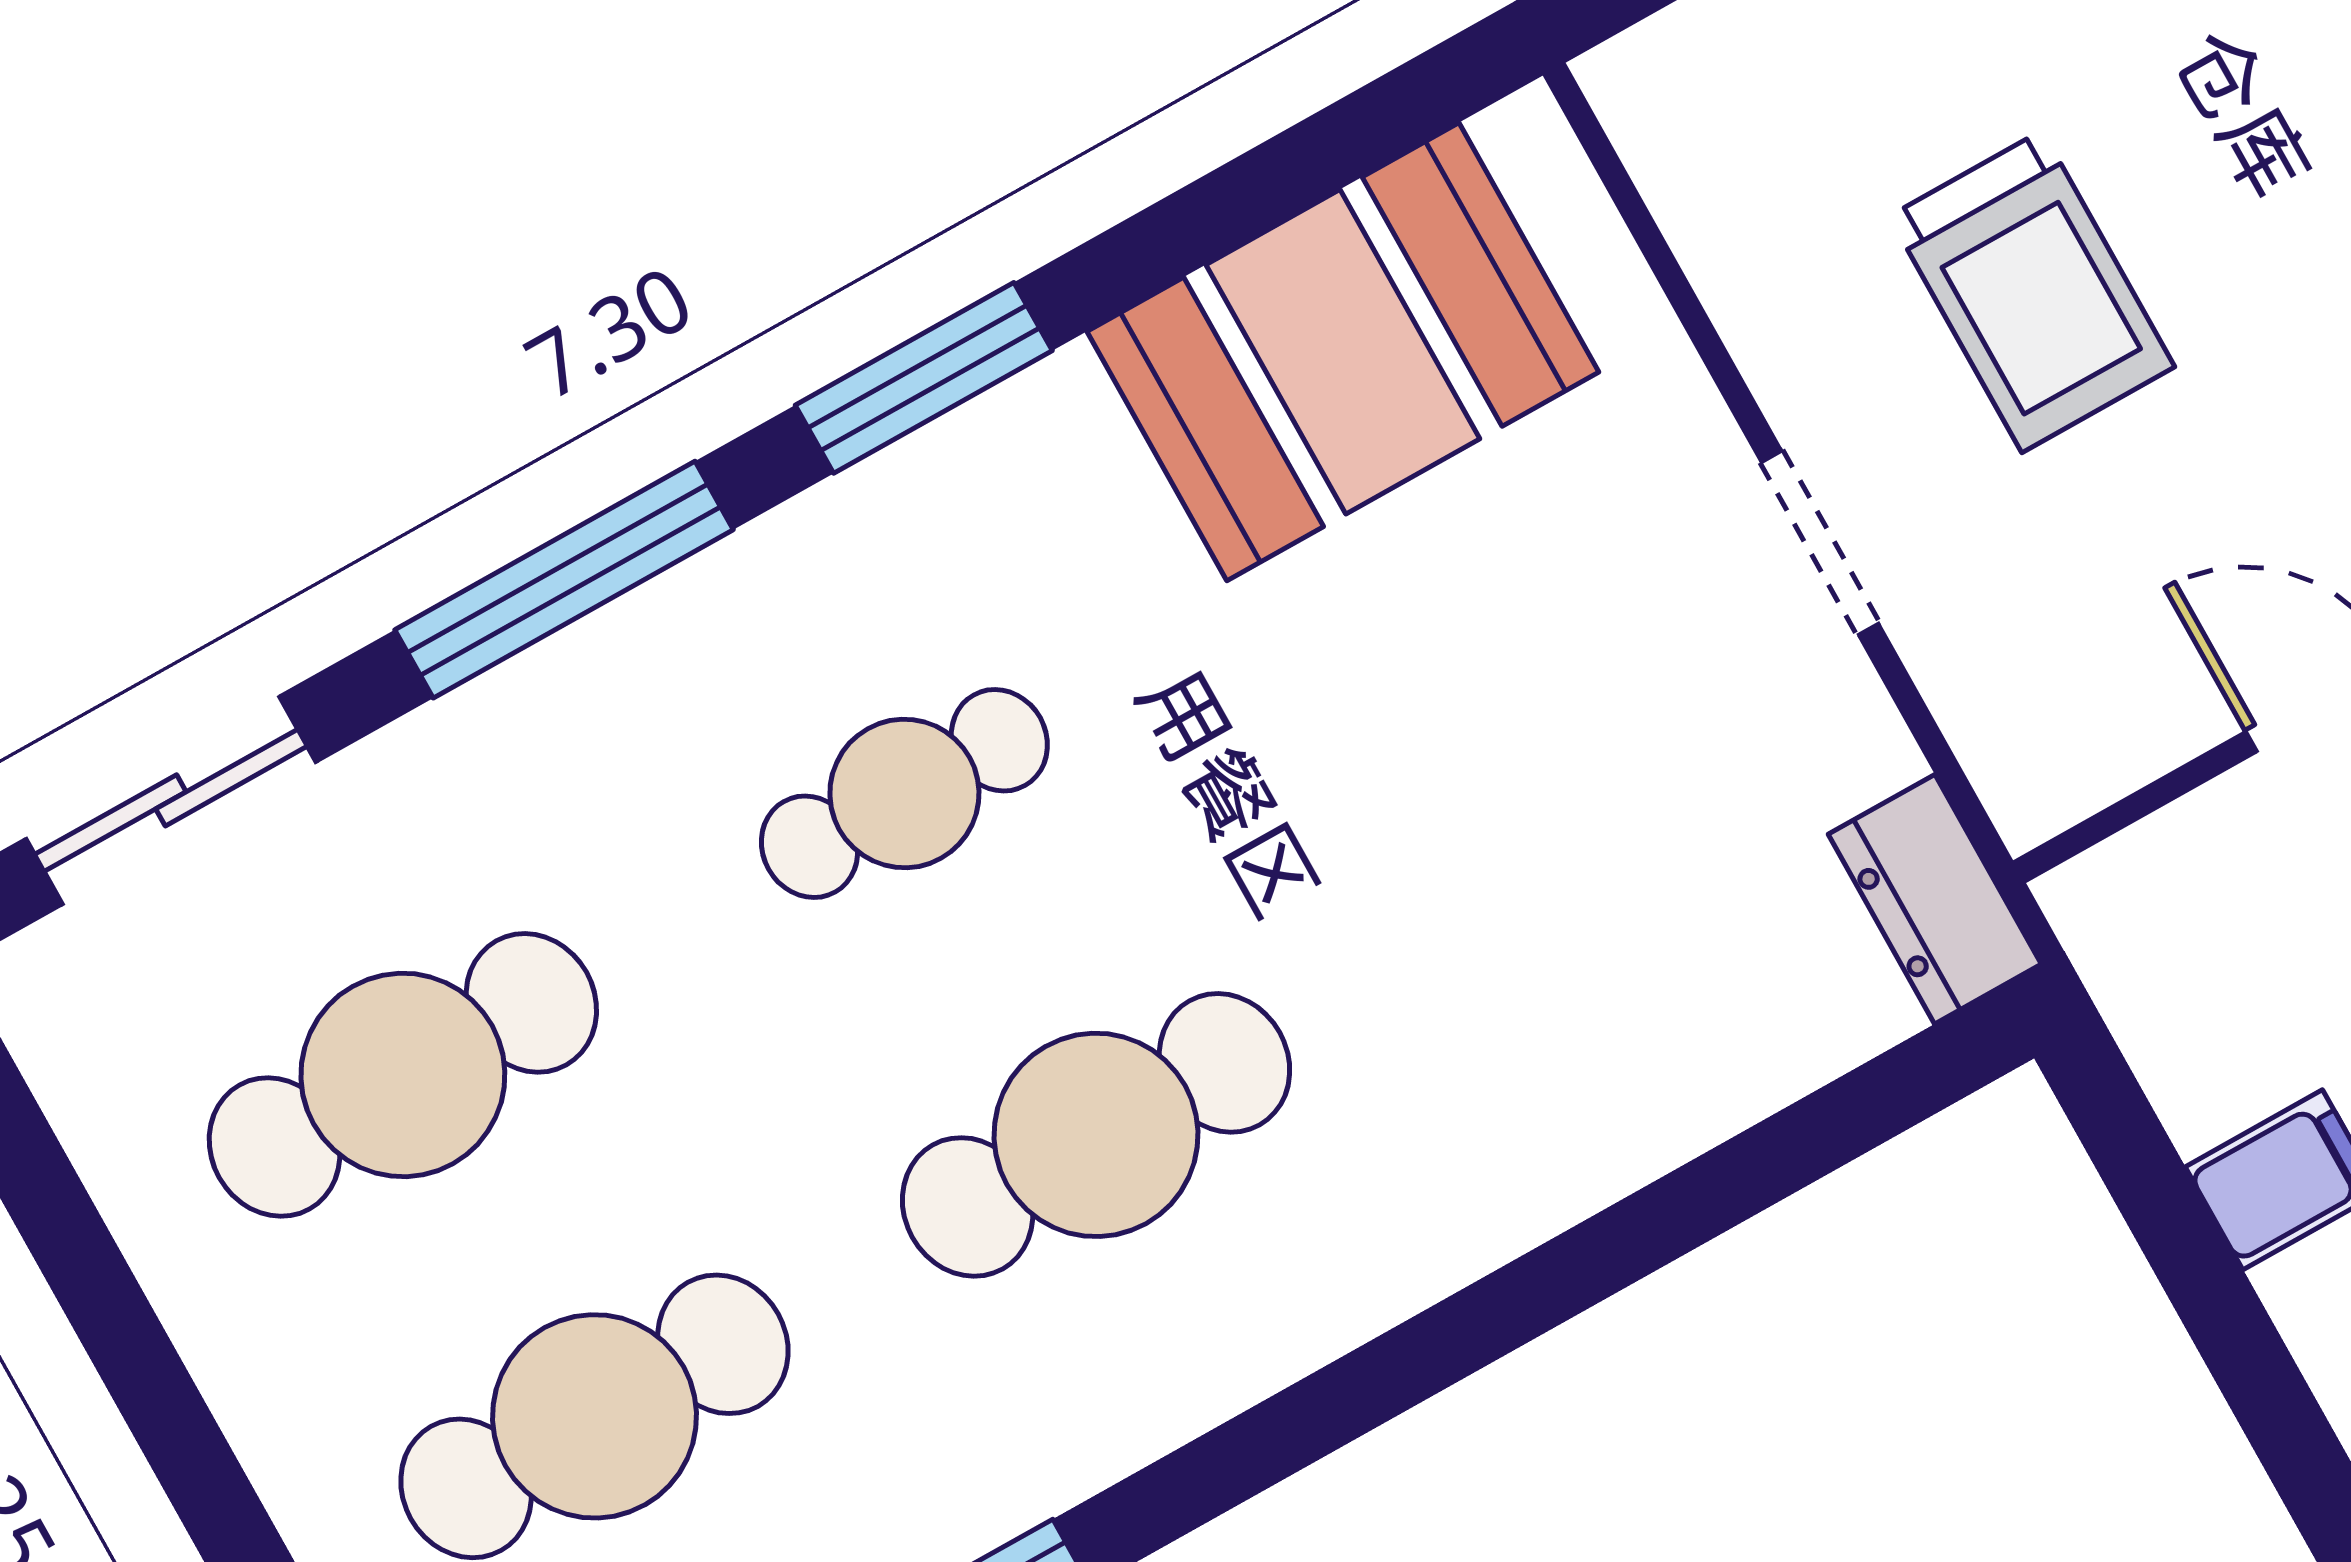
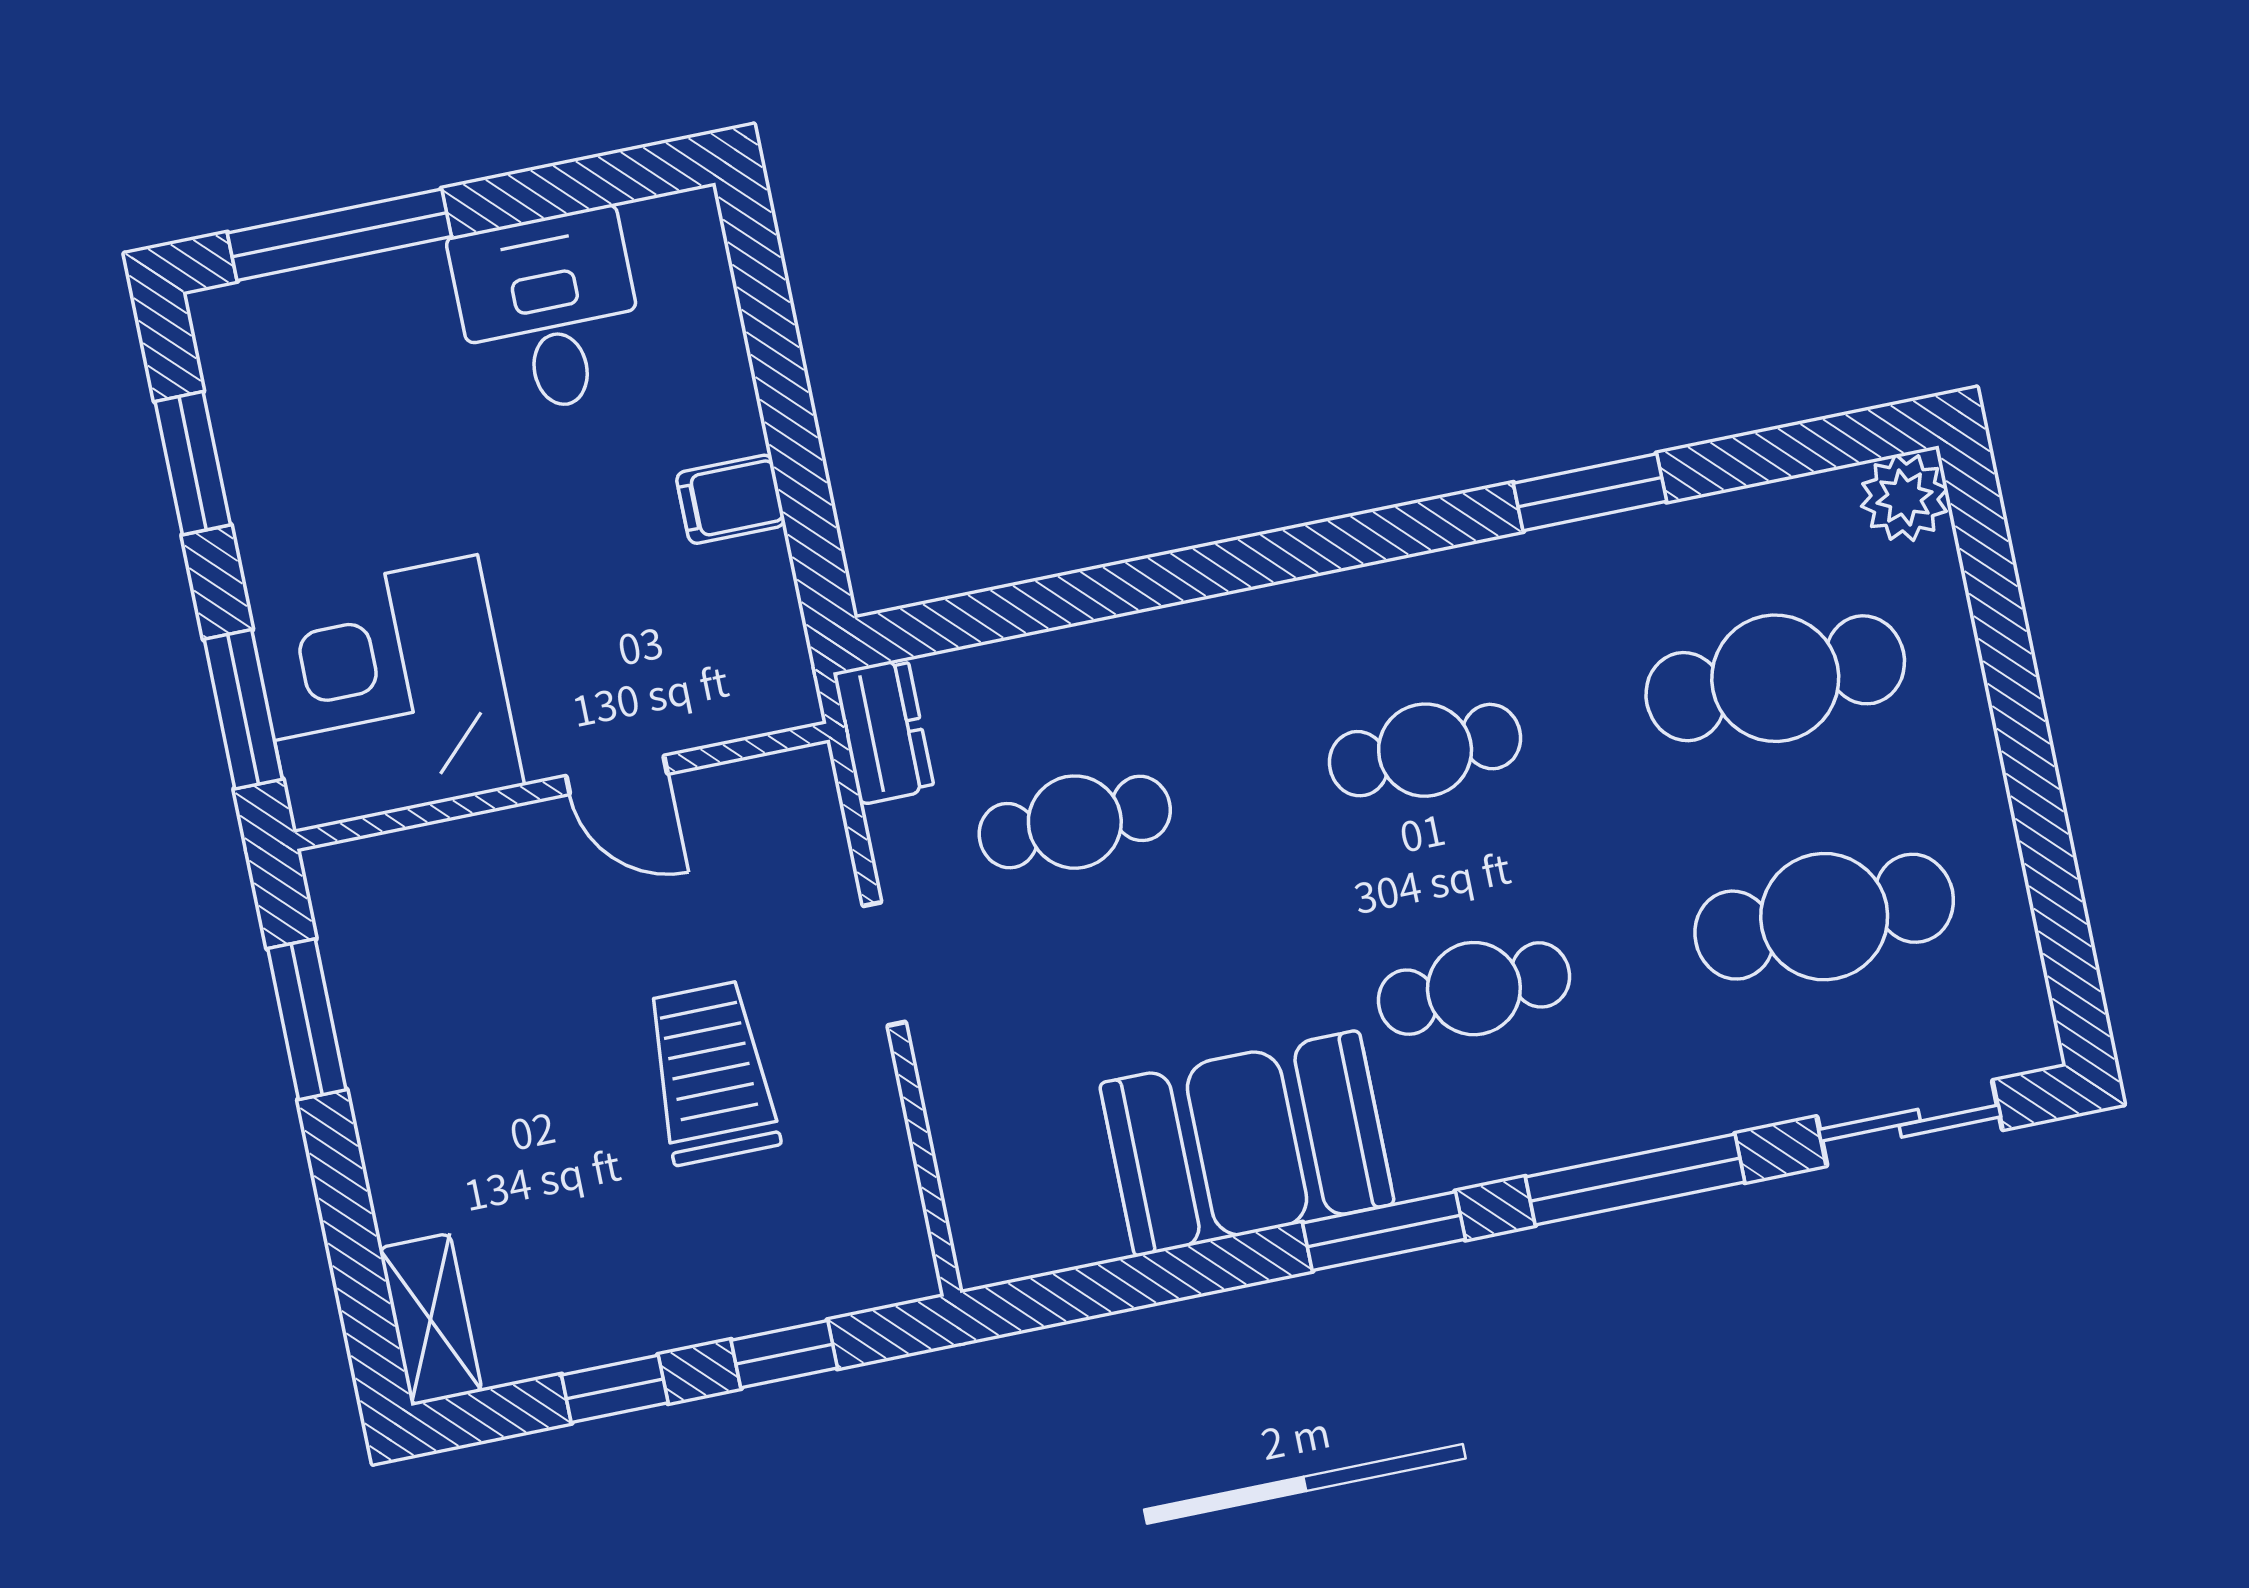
booth: (1343, 352) -> (1247, 1144), moved
cafe table: (1598, 853) -> (1075, 822), added
cafe table: (1096, 1135) -> (1425, 750), width x0.73, depth x0.74

